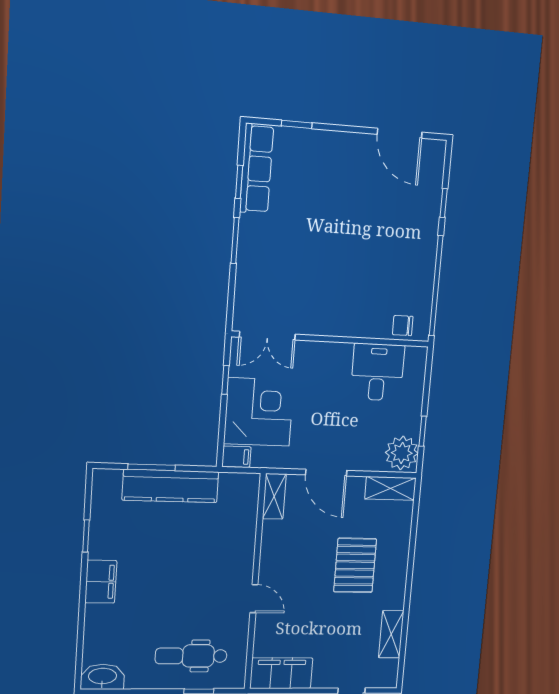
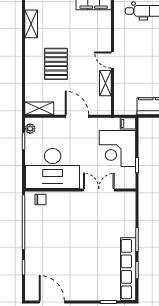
row of seats: (257, 169) -> (128, 269), width x1.36
double door: (267, 336) -> (99, 190), moved
desk: (377, 372) -> (53, 169), width x1.87, depth x1.30
plant: (402, 453) -> (30, 129), width x0.53, depth x0.53
shelving: (274, 496) -> (105, 83), moved
door: (254, 599) -> (112, 60), moved

